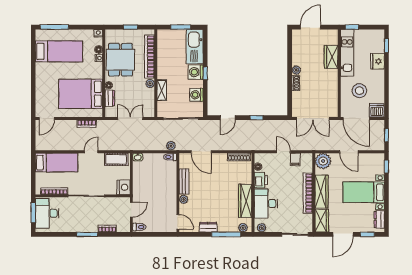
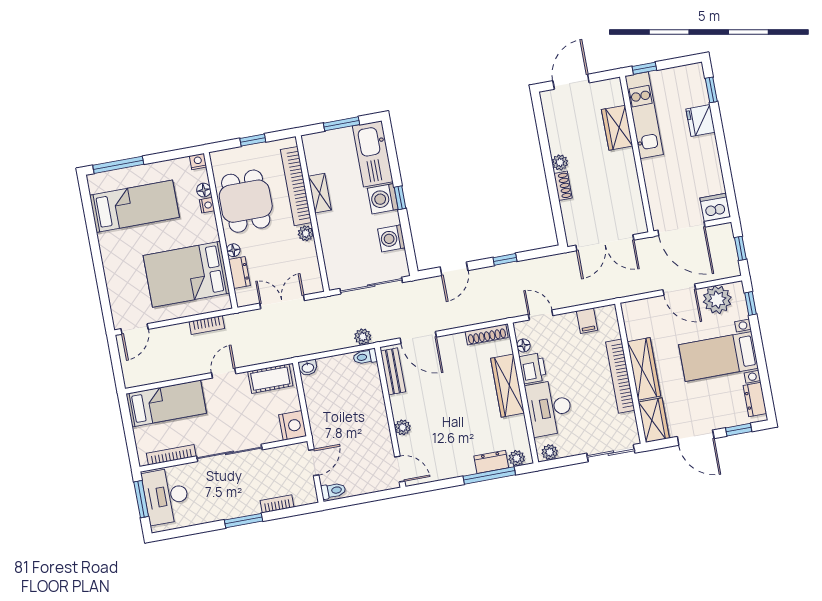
shelving: (162, 90) -> (320, 193), moved
stool: (359, 91) -> (678, 178), removed
door: (283, 152) -> (541, 315), moved
plant: (323, 161) -> (717, 300), moved
bench: (184, 181) -> (393, 371), moved
wardrobe: (245, 201) -> (507, 386), moved
dresser: (208, 227) -> (491, 462), moved
door: (343, 234) -> (696, 438), hinge flipped

